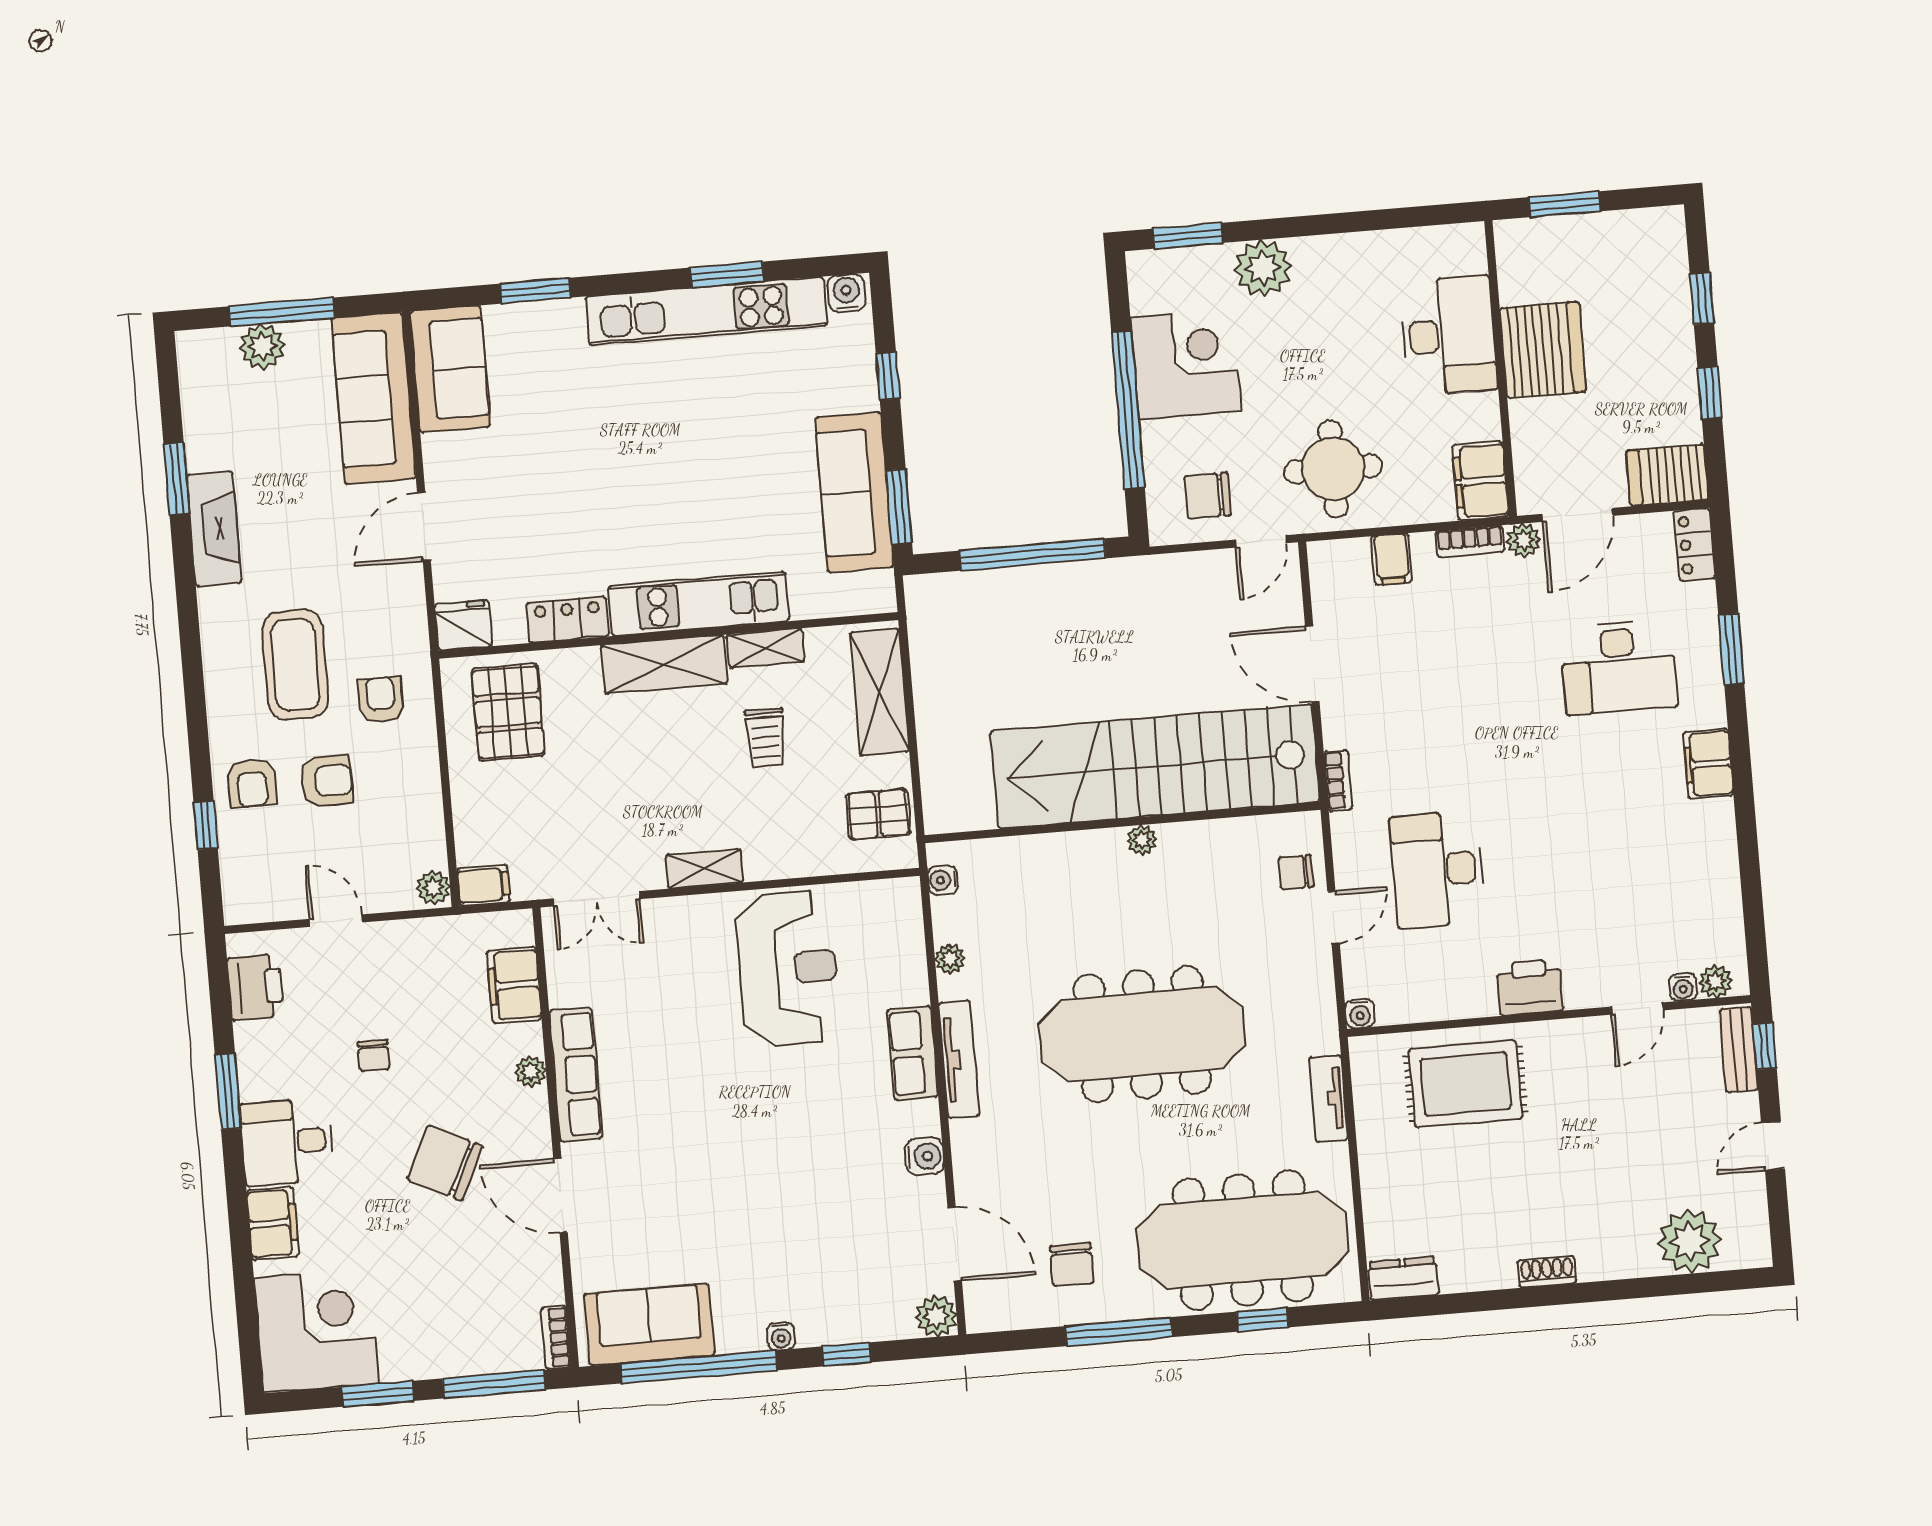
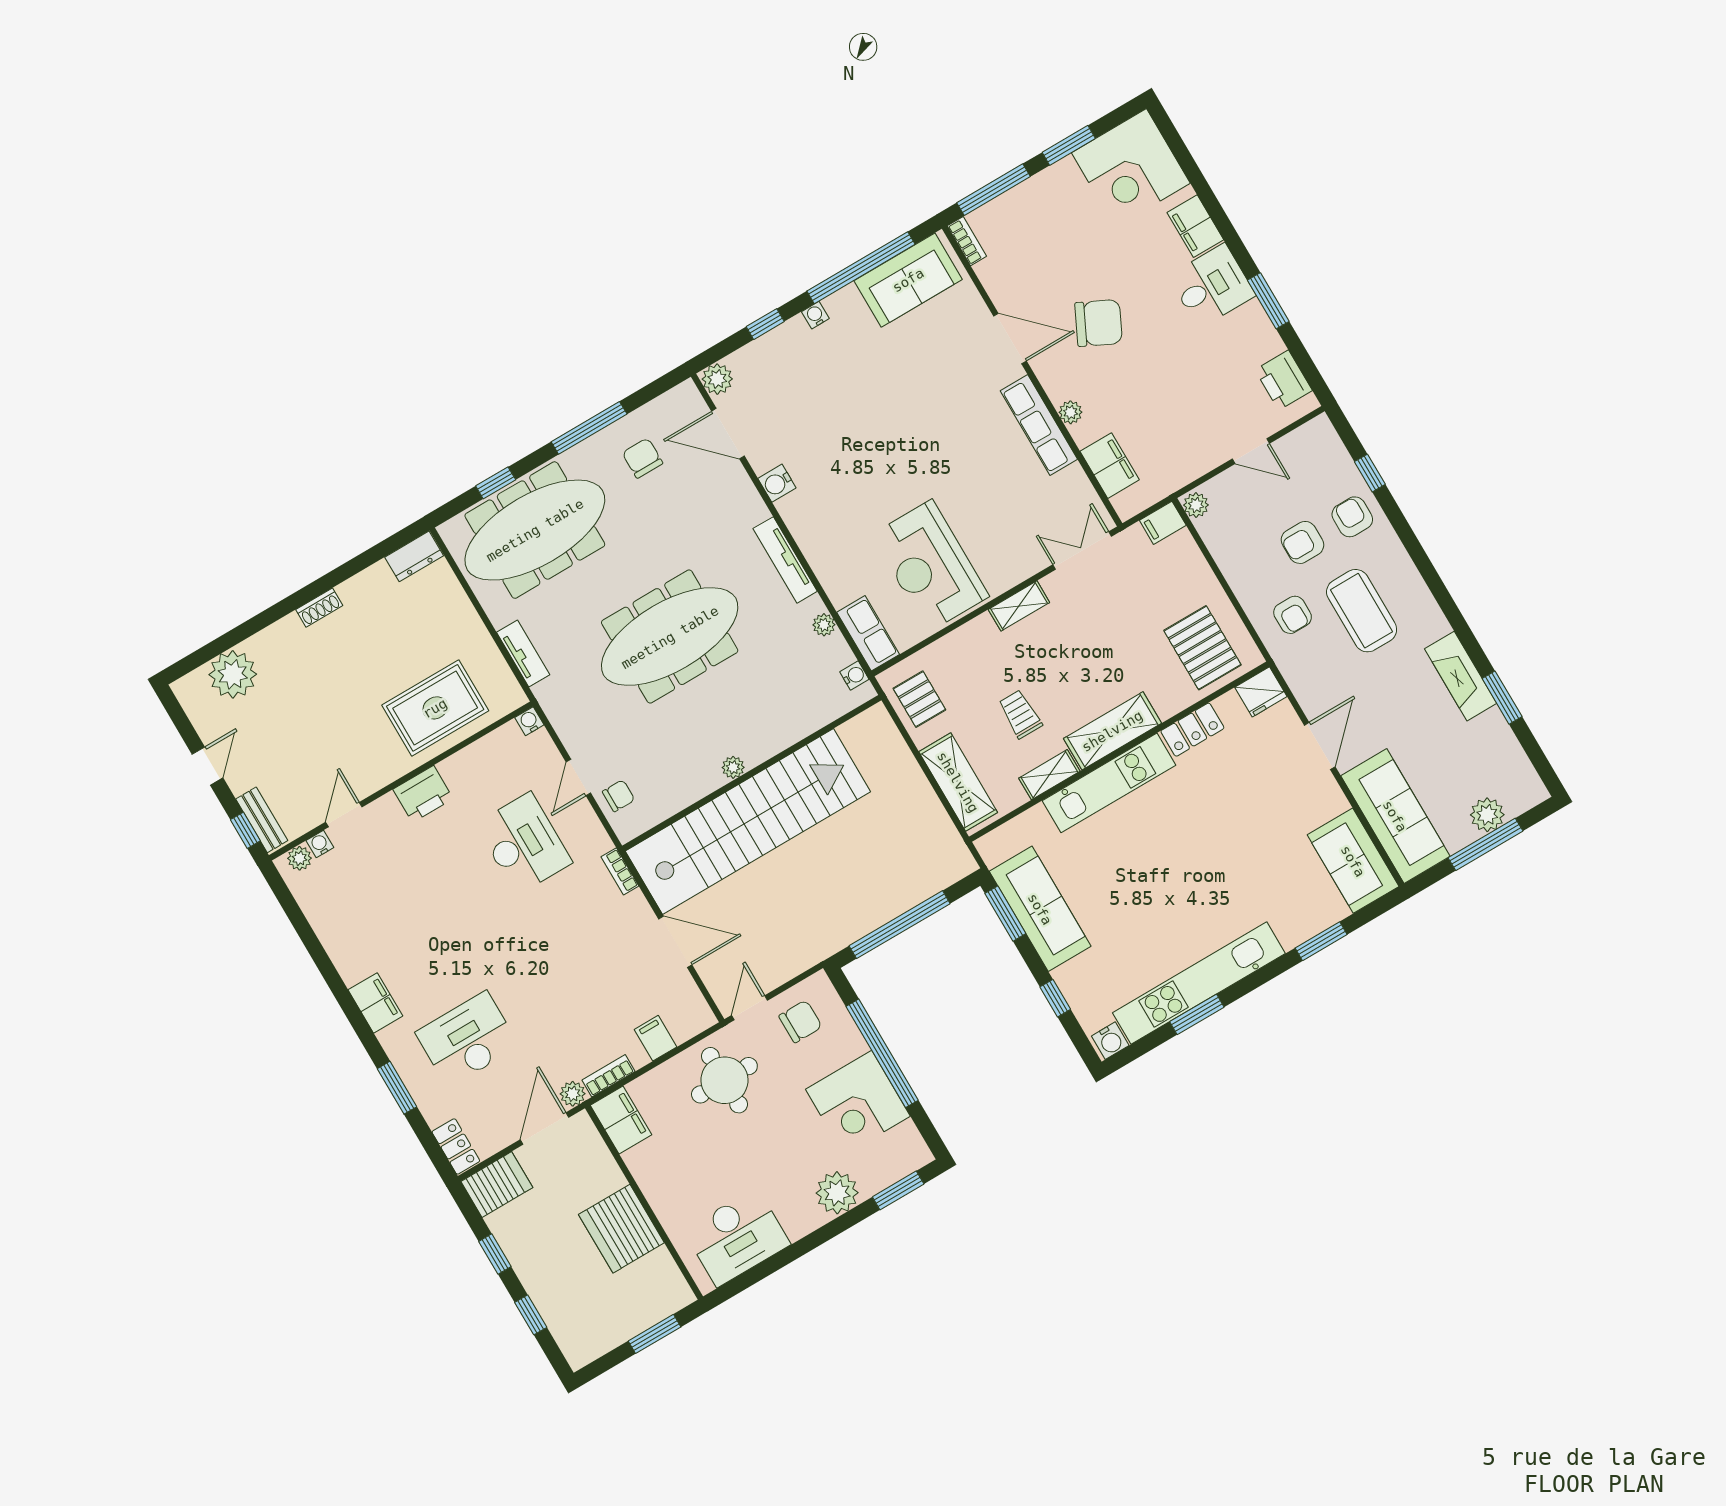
desk: (1448, 336) -> (737, 1237), moved, turned -90
pallet: (878, 814) -> (919, 699), turned 90
row of seats: (913, 1053) -> (868, 633), moved
chair: (374, 1055) -> (1182, 372), removed

